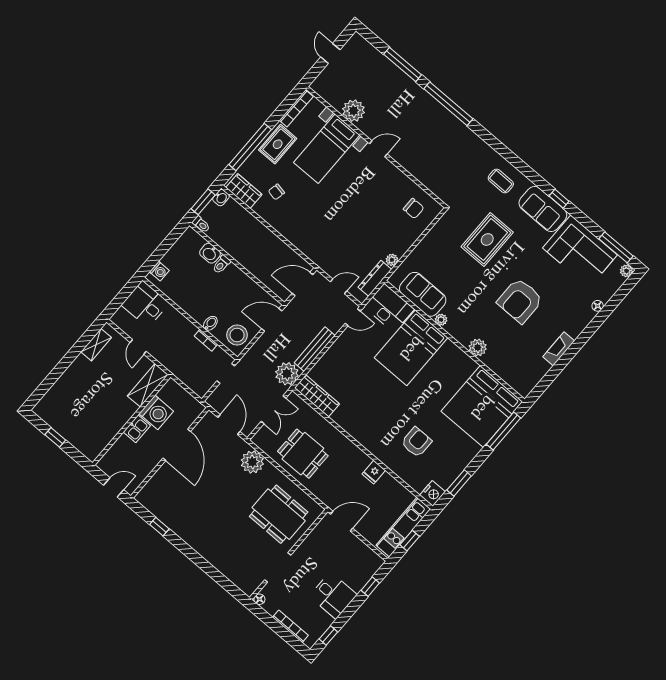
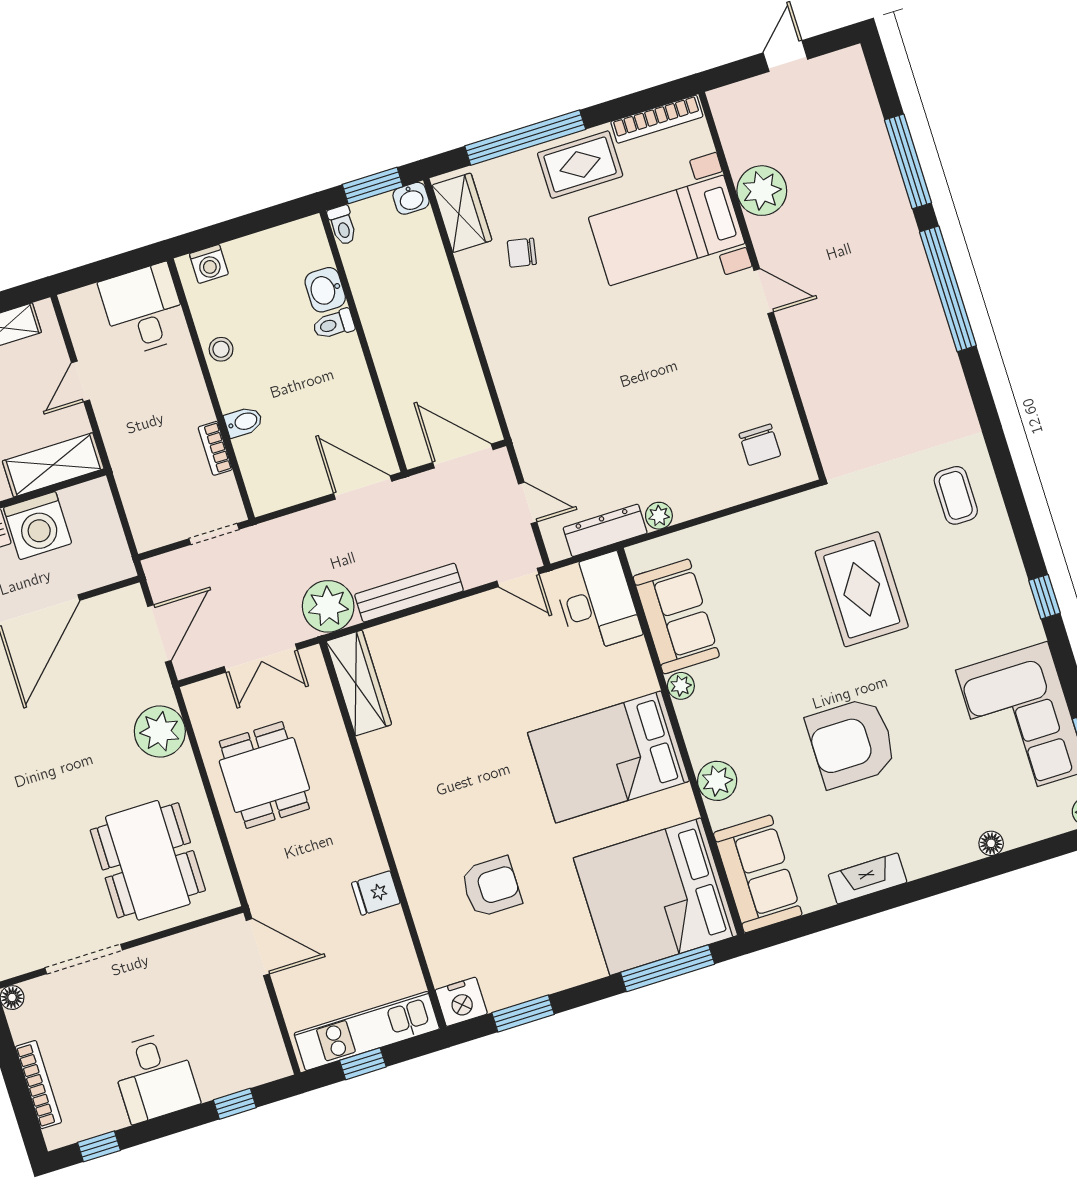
sofa: (543, 209) -> (758, 874), moved, turned 180
rug: (487, 239) -> (862, 589), turned 90
stool: (237, 335) -> (221, 349), moved, width x0.53, depth x0.53
bed: (411, 348) -> (608, 757), moved

